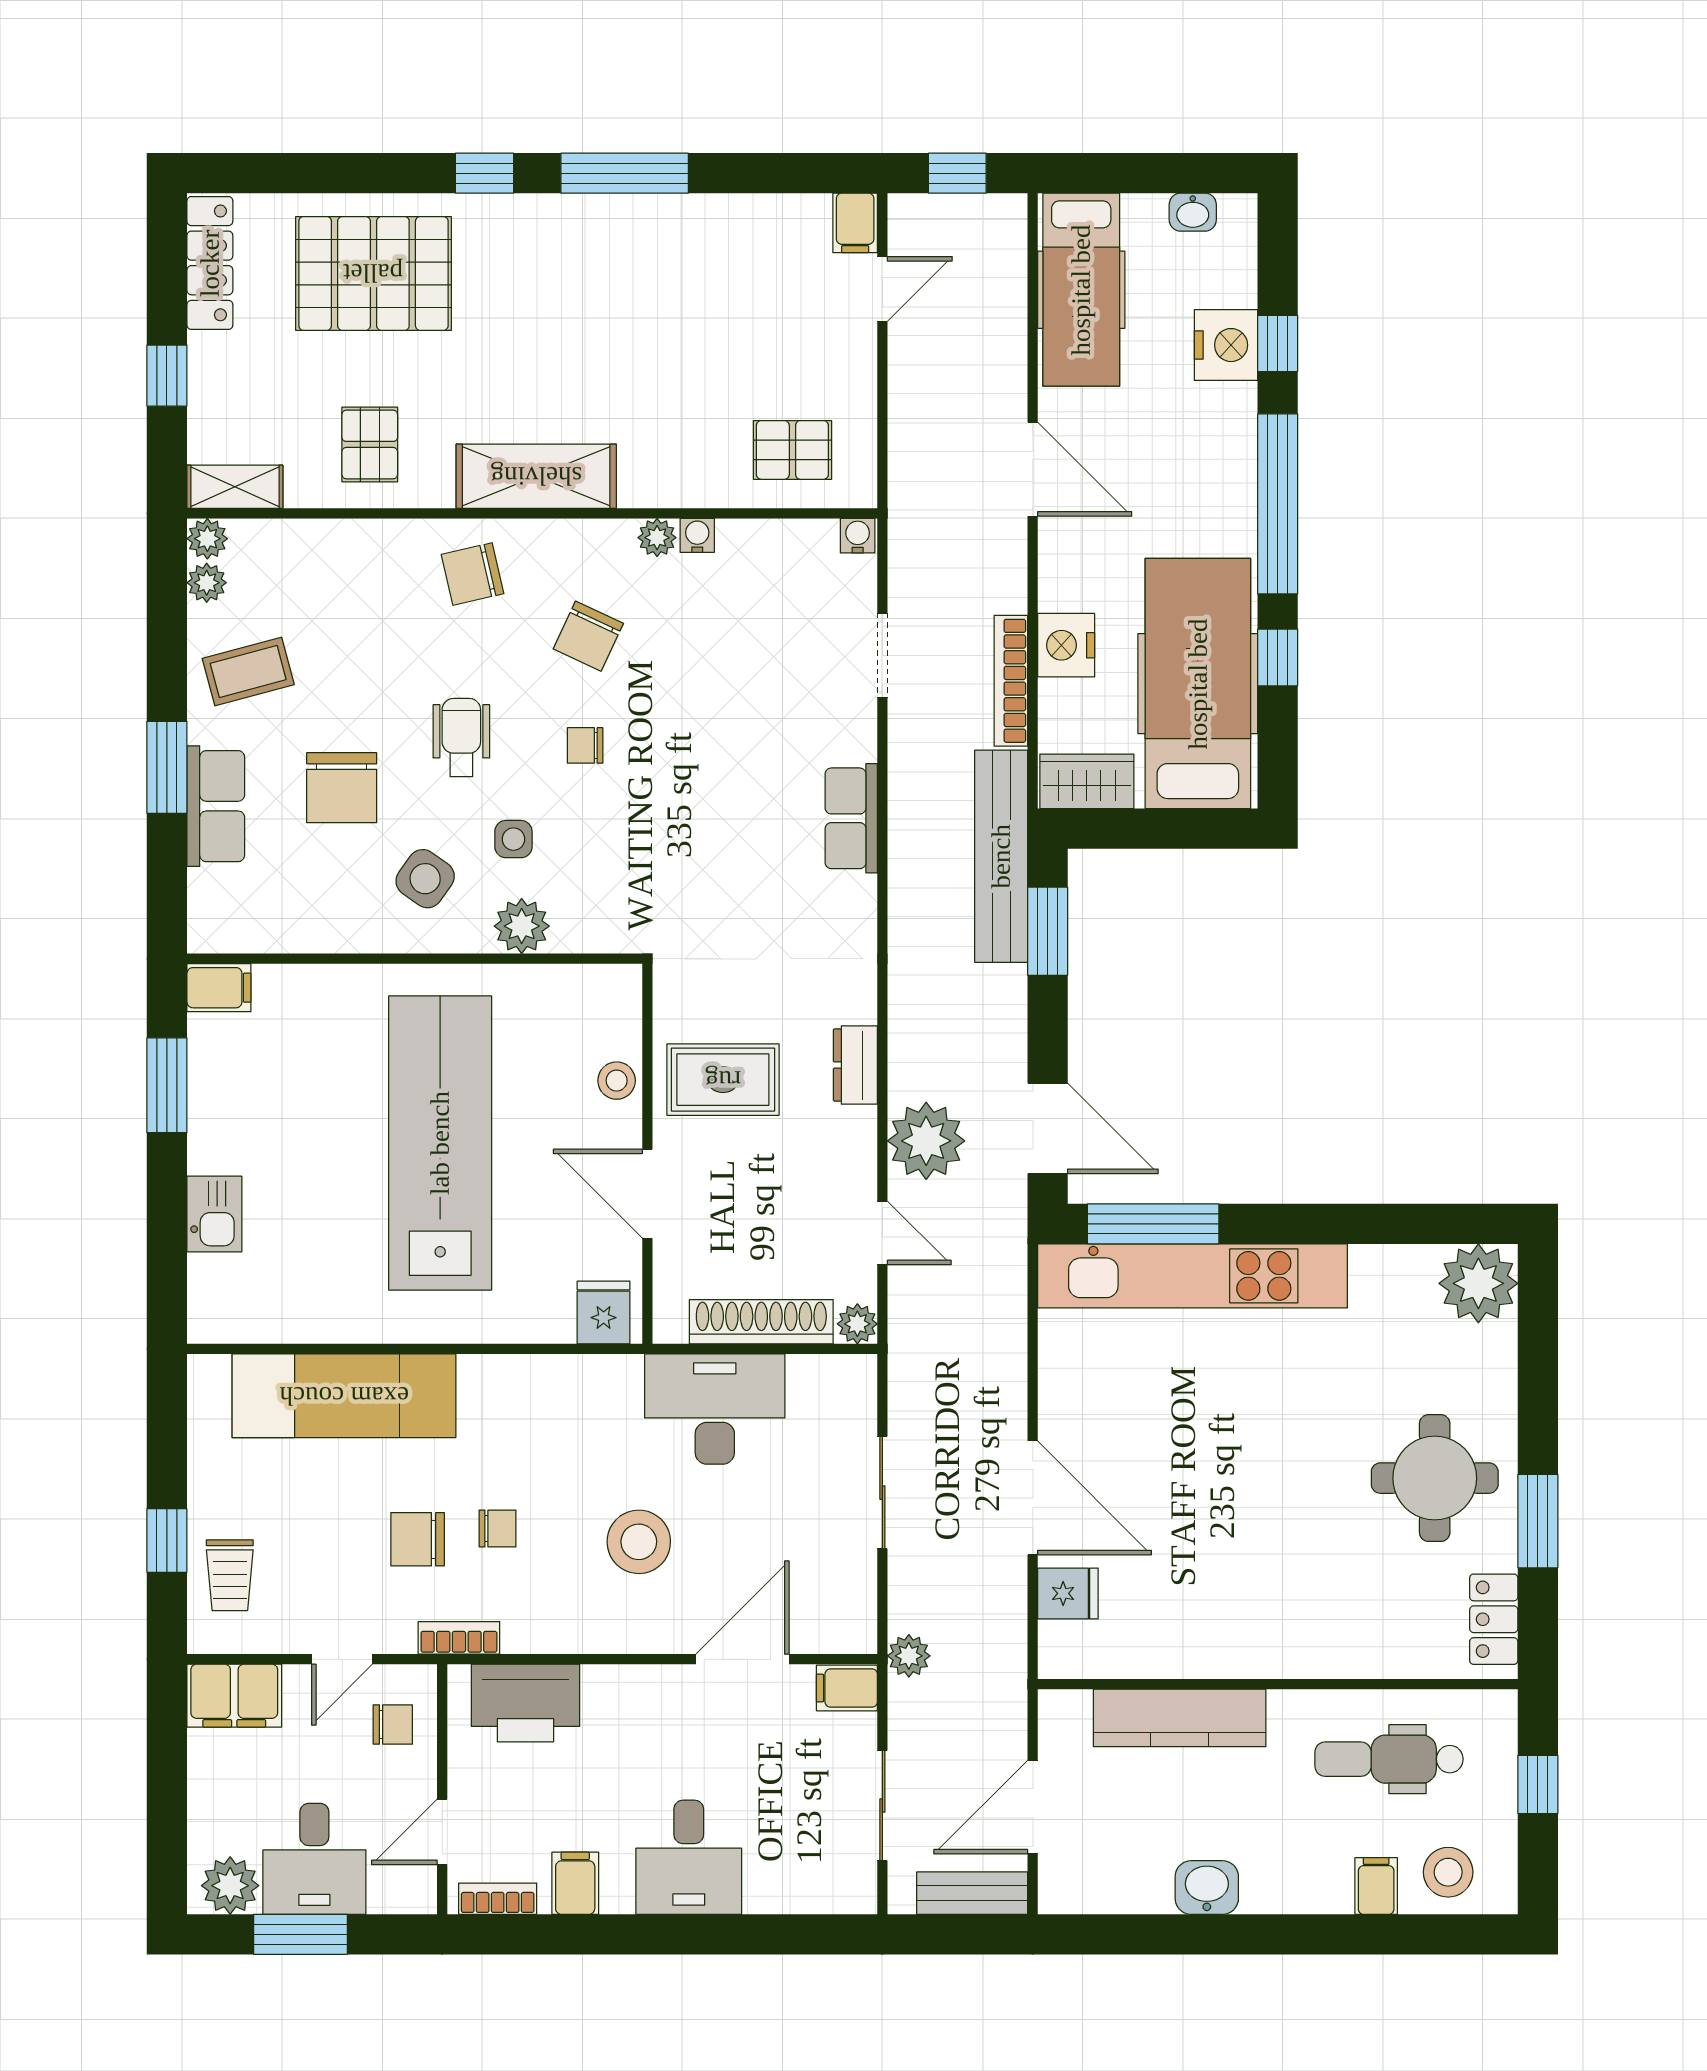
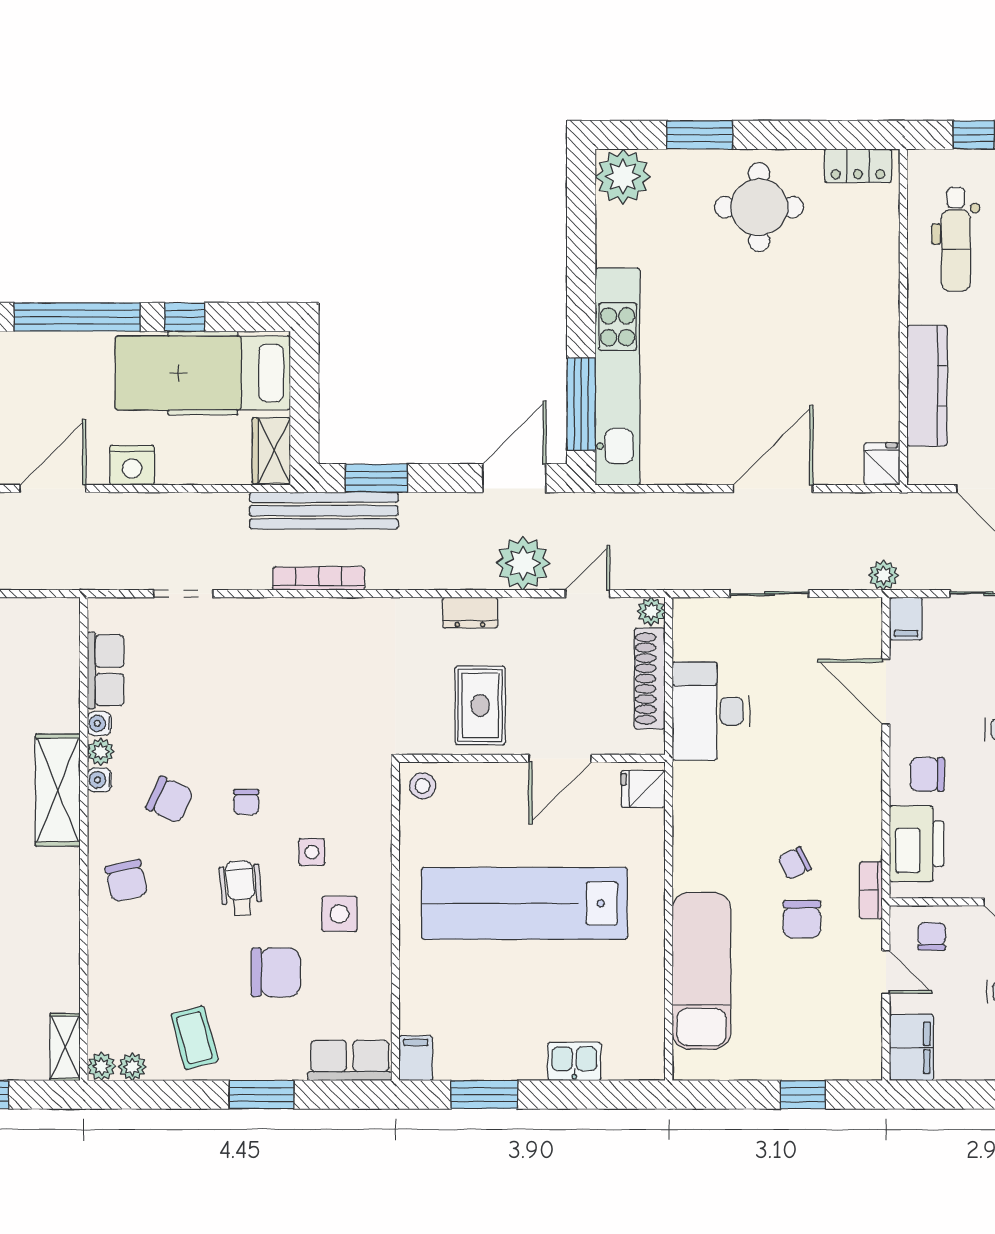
pallet: (370, 444) -> (36, 953), removed
pallet: (792, 450) -> (39, 657), removed
shelving: (536, 476) -> (58, 790), moved
water cooler: (858, 536) -> (99, 780), moved
nightstand: (1066, 645) -> (132, 465), moved
bookcase: (1011, 681) -> (319, 578), moved, turned 180
wheelchair: (461, 738) -> (241, 889), turned 85
row of seats: (216, 806) -> (350, 1060), moved
row of seats: (851, 818) -> (106, 670), moved, turned -90
side table: (425, 879) -> (339, 914), turned -35
plant: (522, 926) -> (373, 846), removed
stool: (617, 1081) -> (423, 786), moved
window: (1538, 1521) -> (700, 135), moved
chair: (497, 1529) -> (794, 863), turned -116
stool: (639, 1542) -> (804, 764), removed
trolley: (230, 1575) -> (827, 1051), removed
fridge: (1068, 1593) -> (882, 464), moved
chair: (624, 1718) -> (927, 774), added

